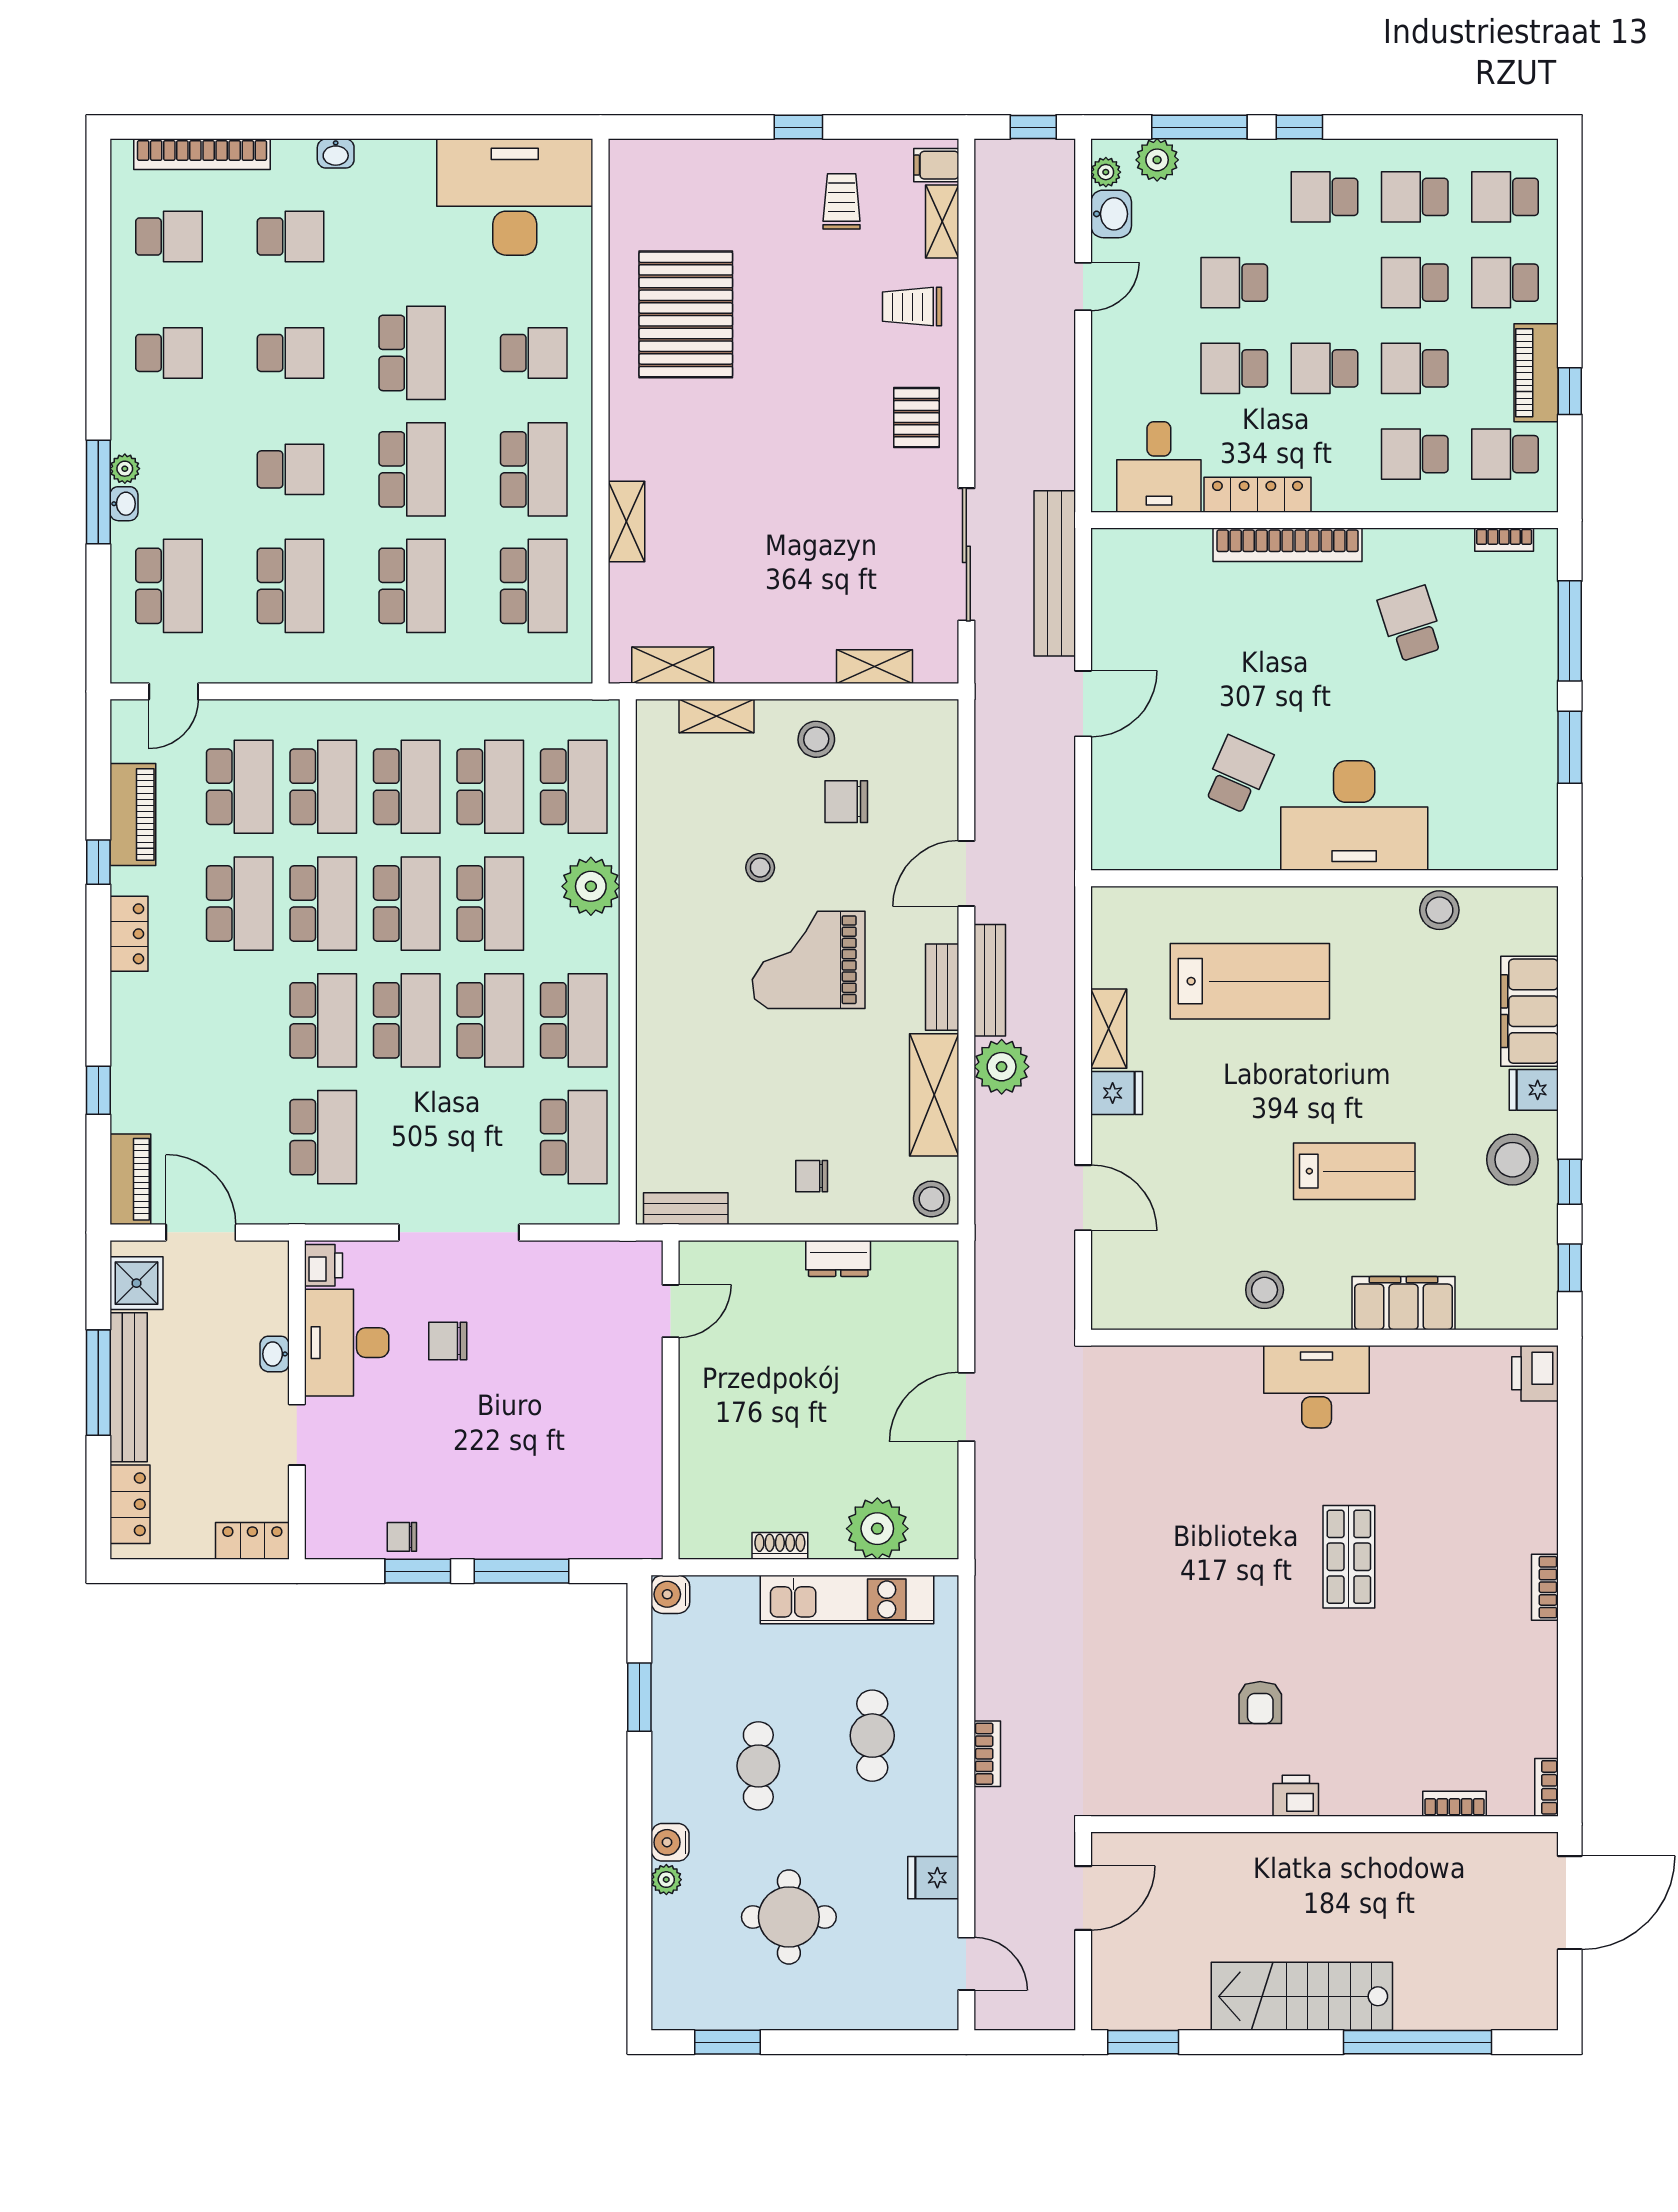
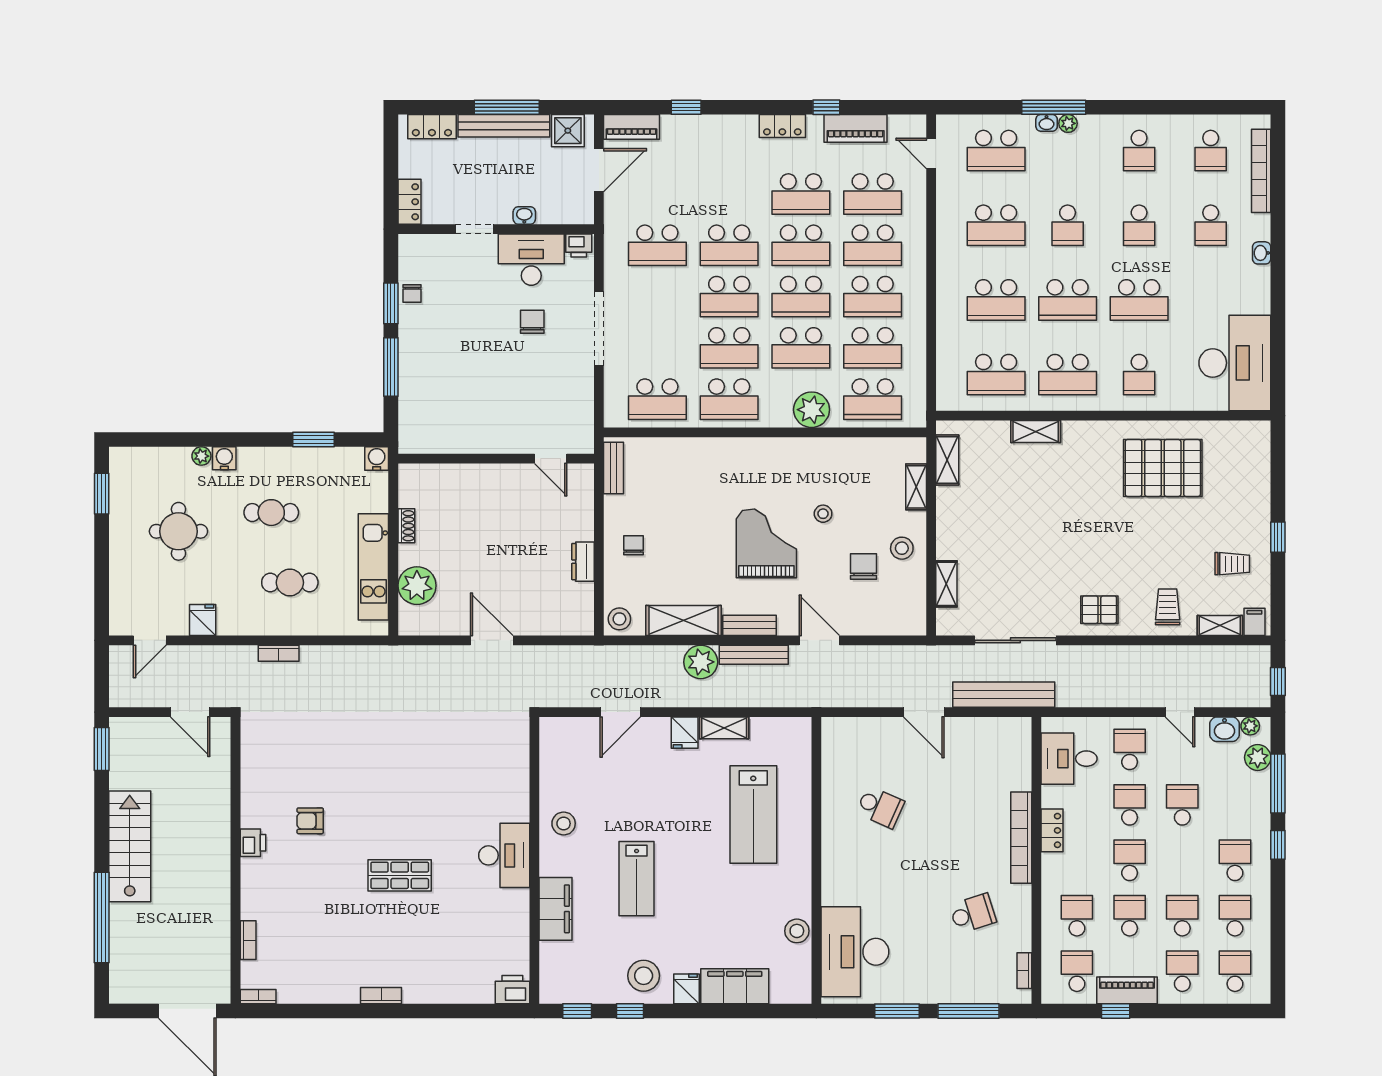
school desk: (1144, 368) -> (1130, 749), added
locker: (1257, 495) -> (1052, 830), width x0.66
desk: (1354, 816) -> (855, 952), moved
chair: (402, 1537) -> (412, 294), turned 180

